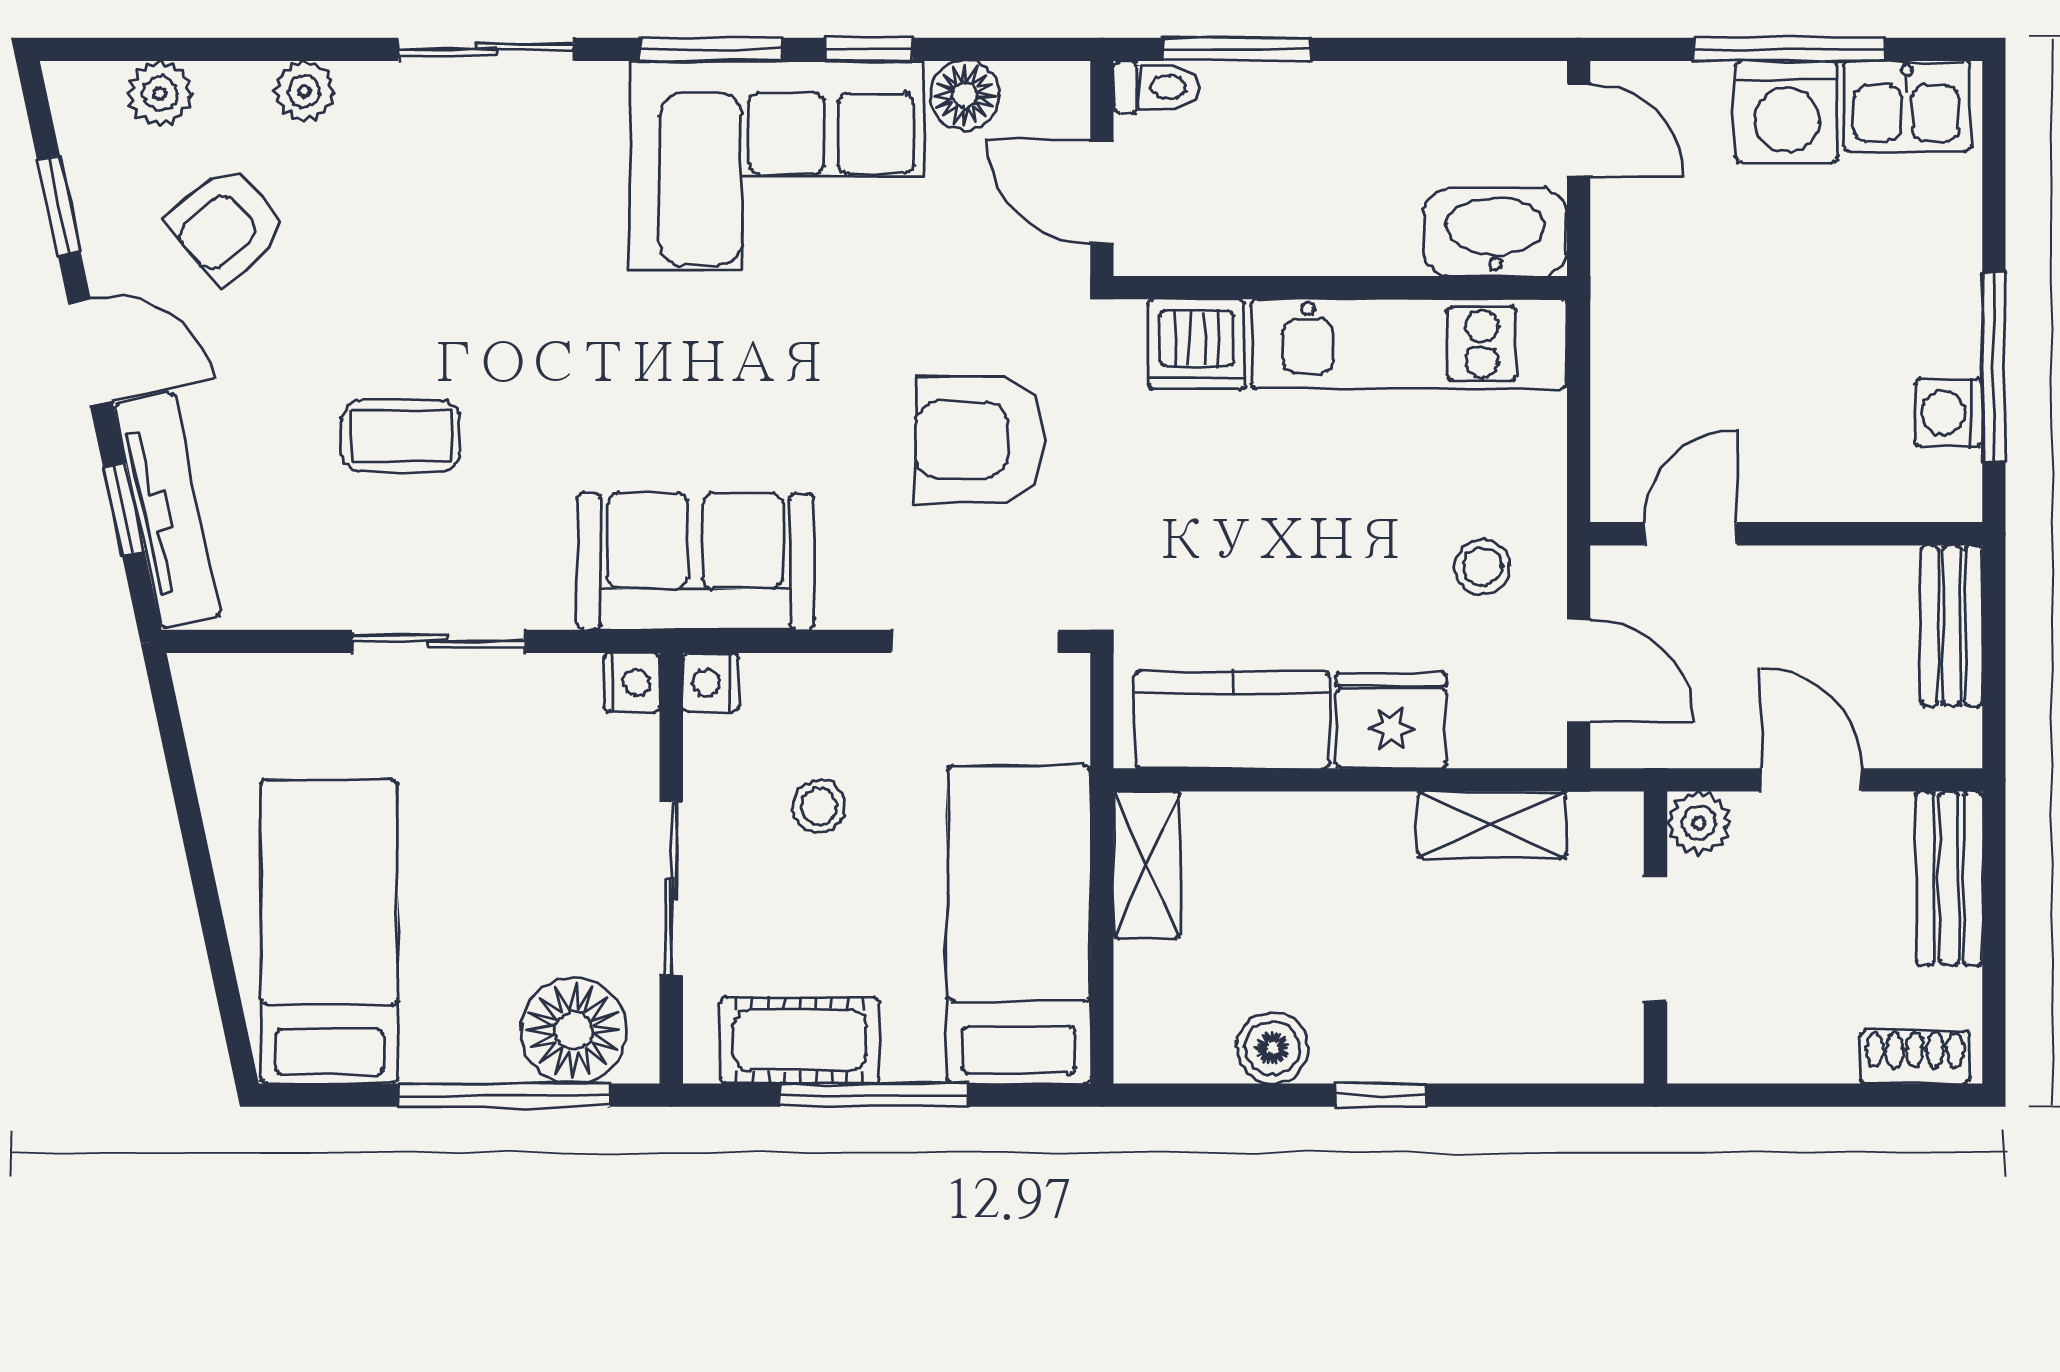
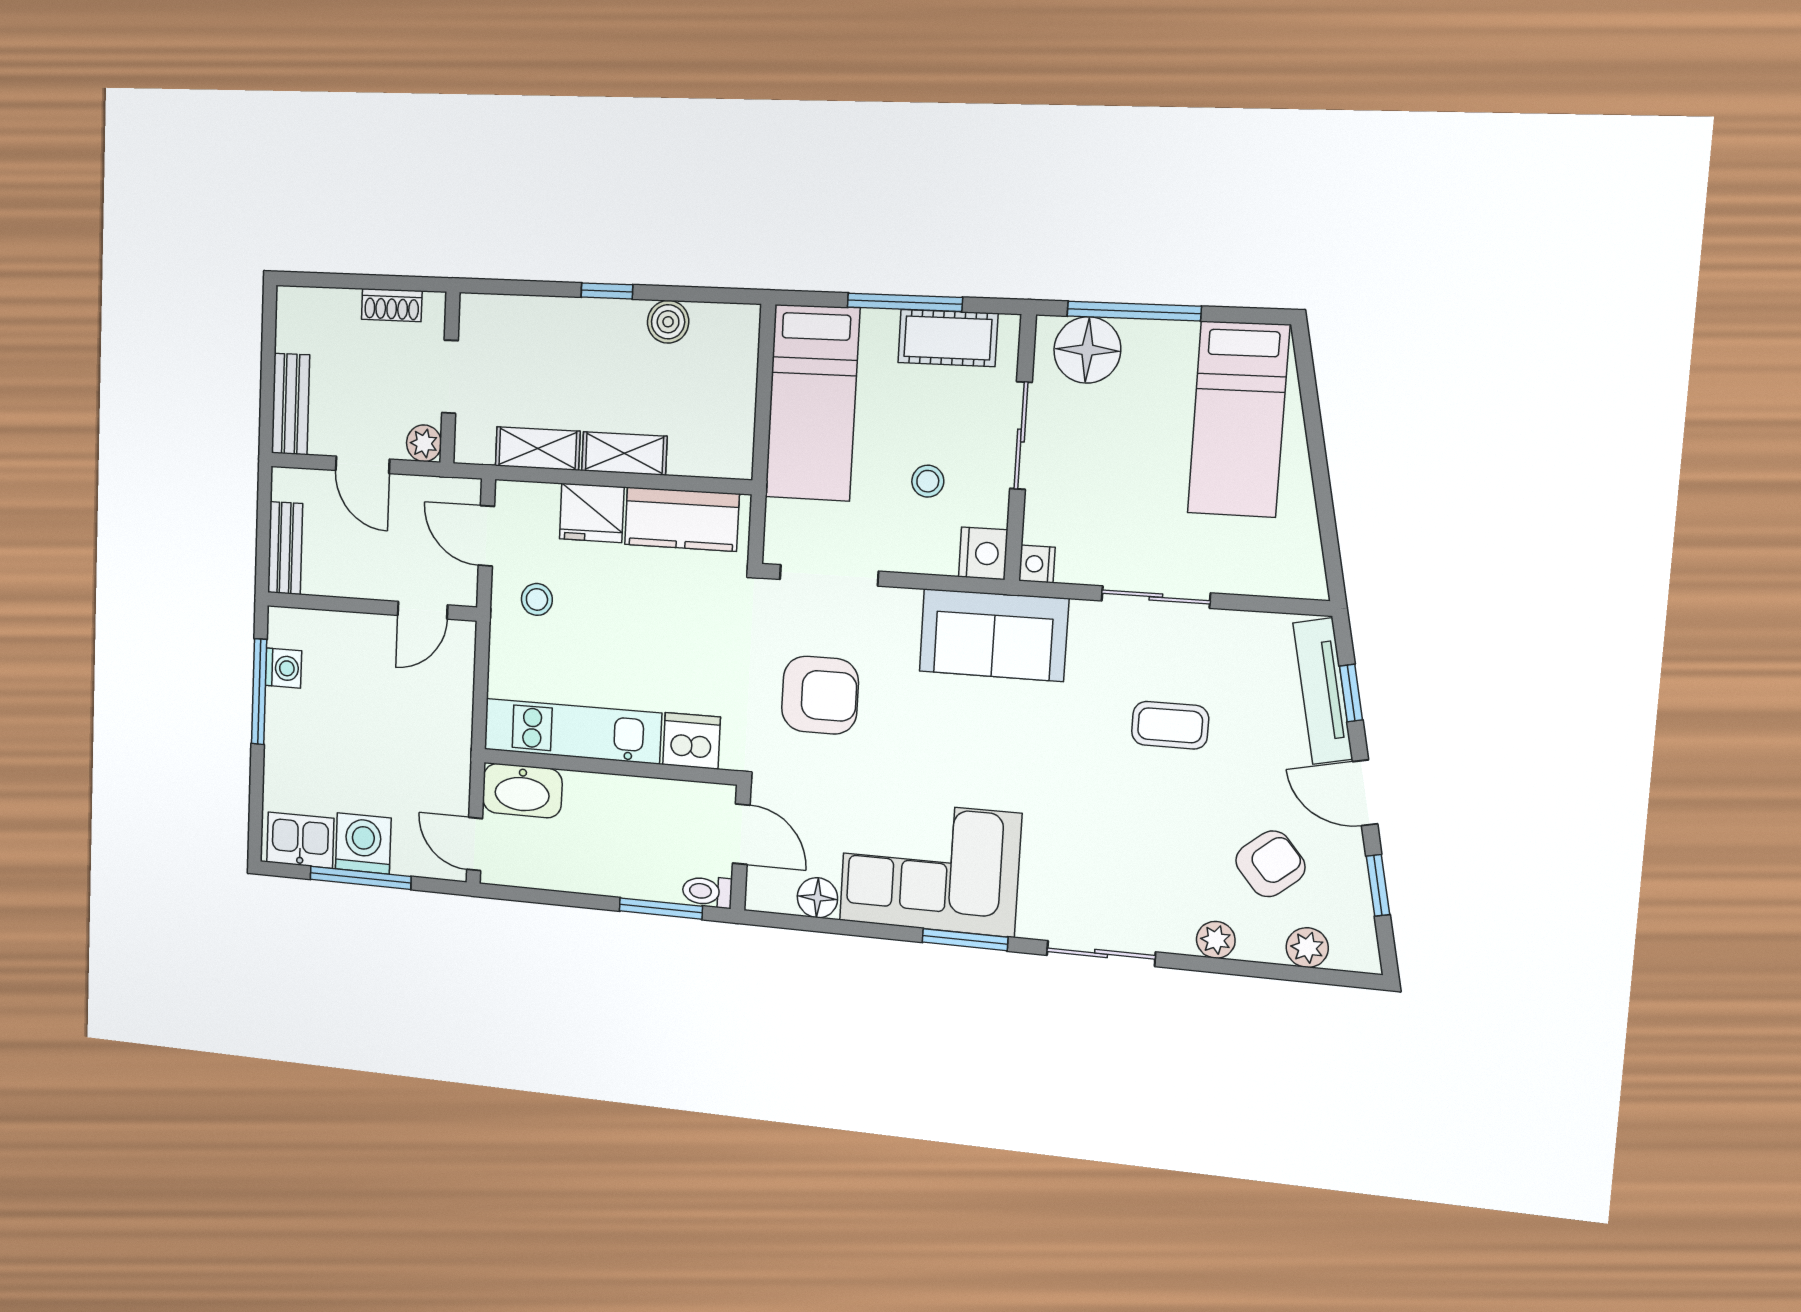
window: (869, 49) -> (872, 930), removed
nightstand: (711, 683) -> (983, 553), width x1.39, depth x1.35
shelving: (1147, 865) -> (624, 453), moved, turned 90
shoe rack: (1915, 1057) -> (392, 305), moved

